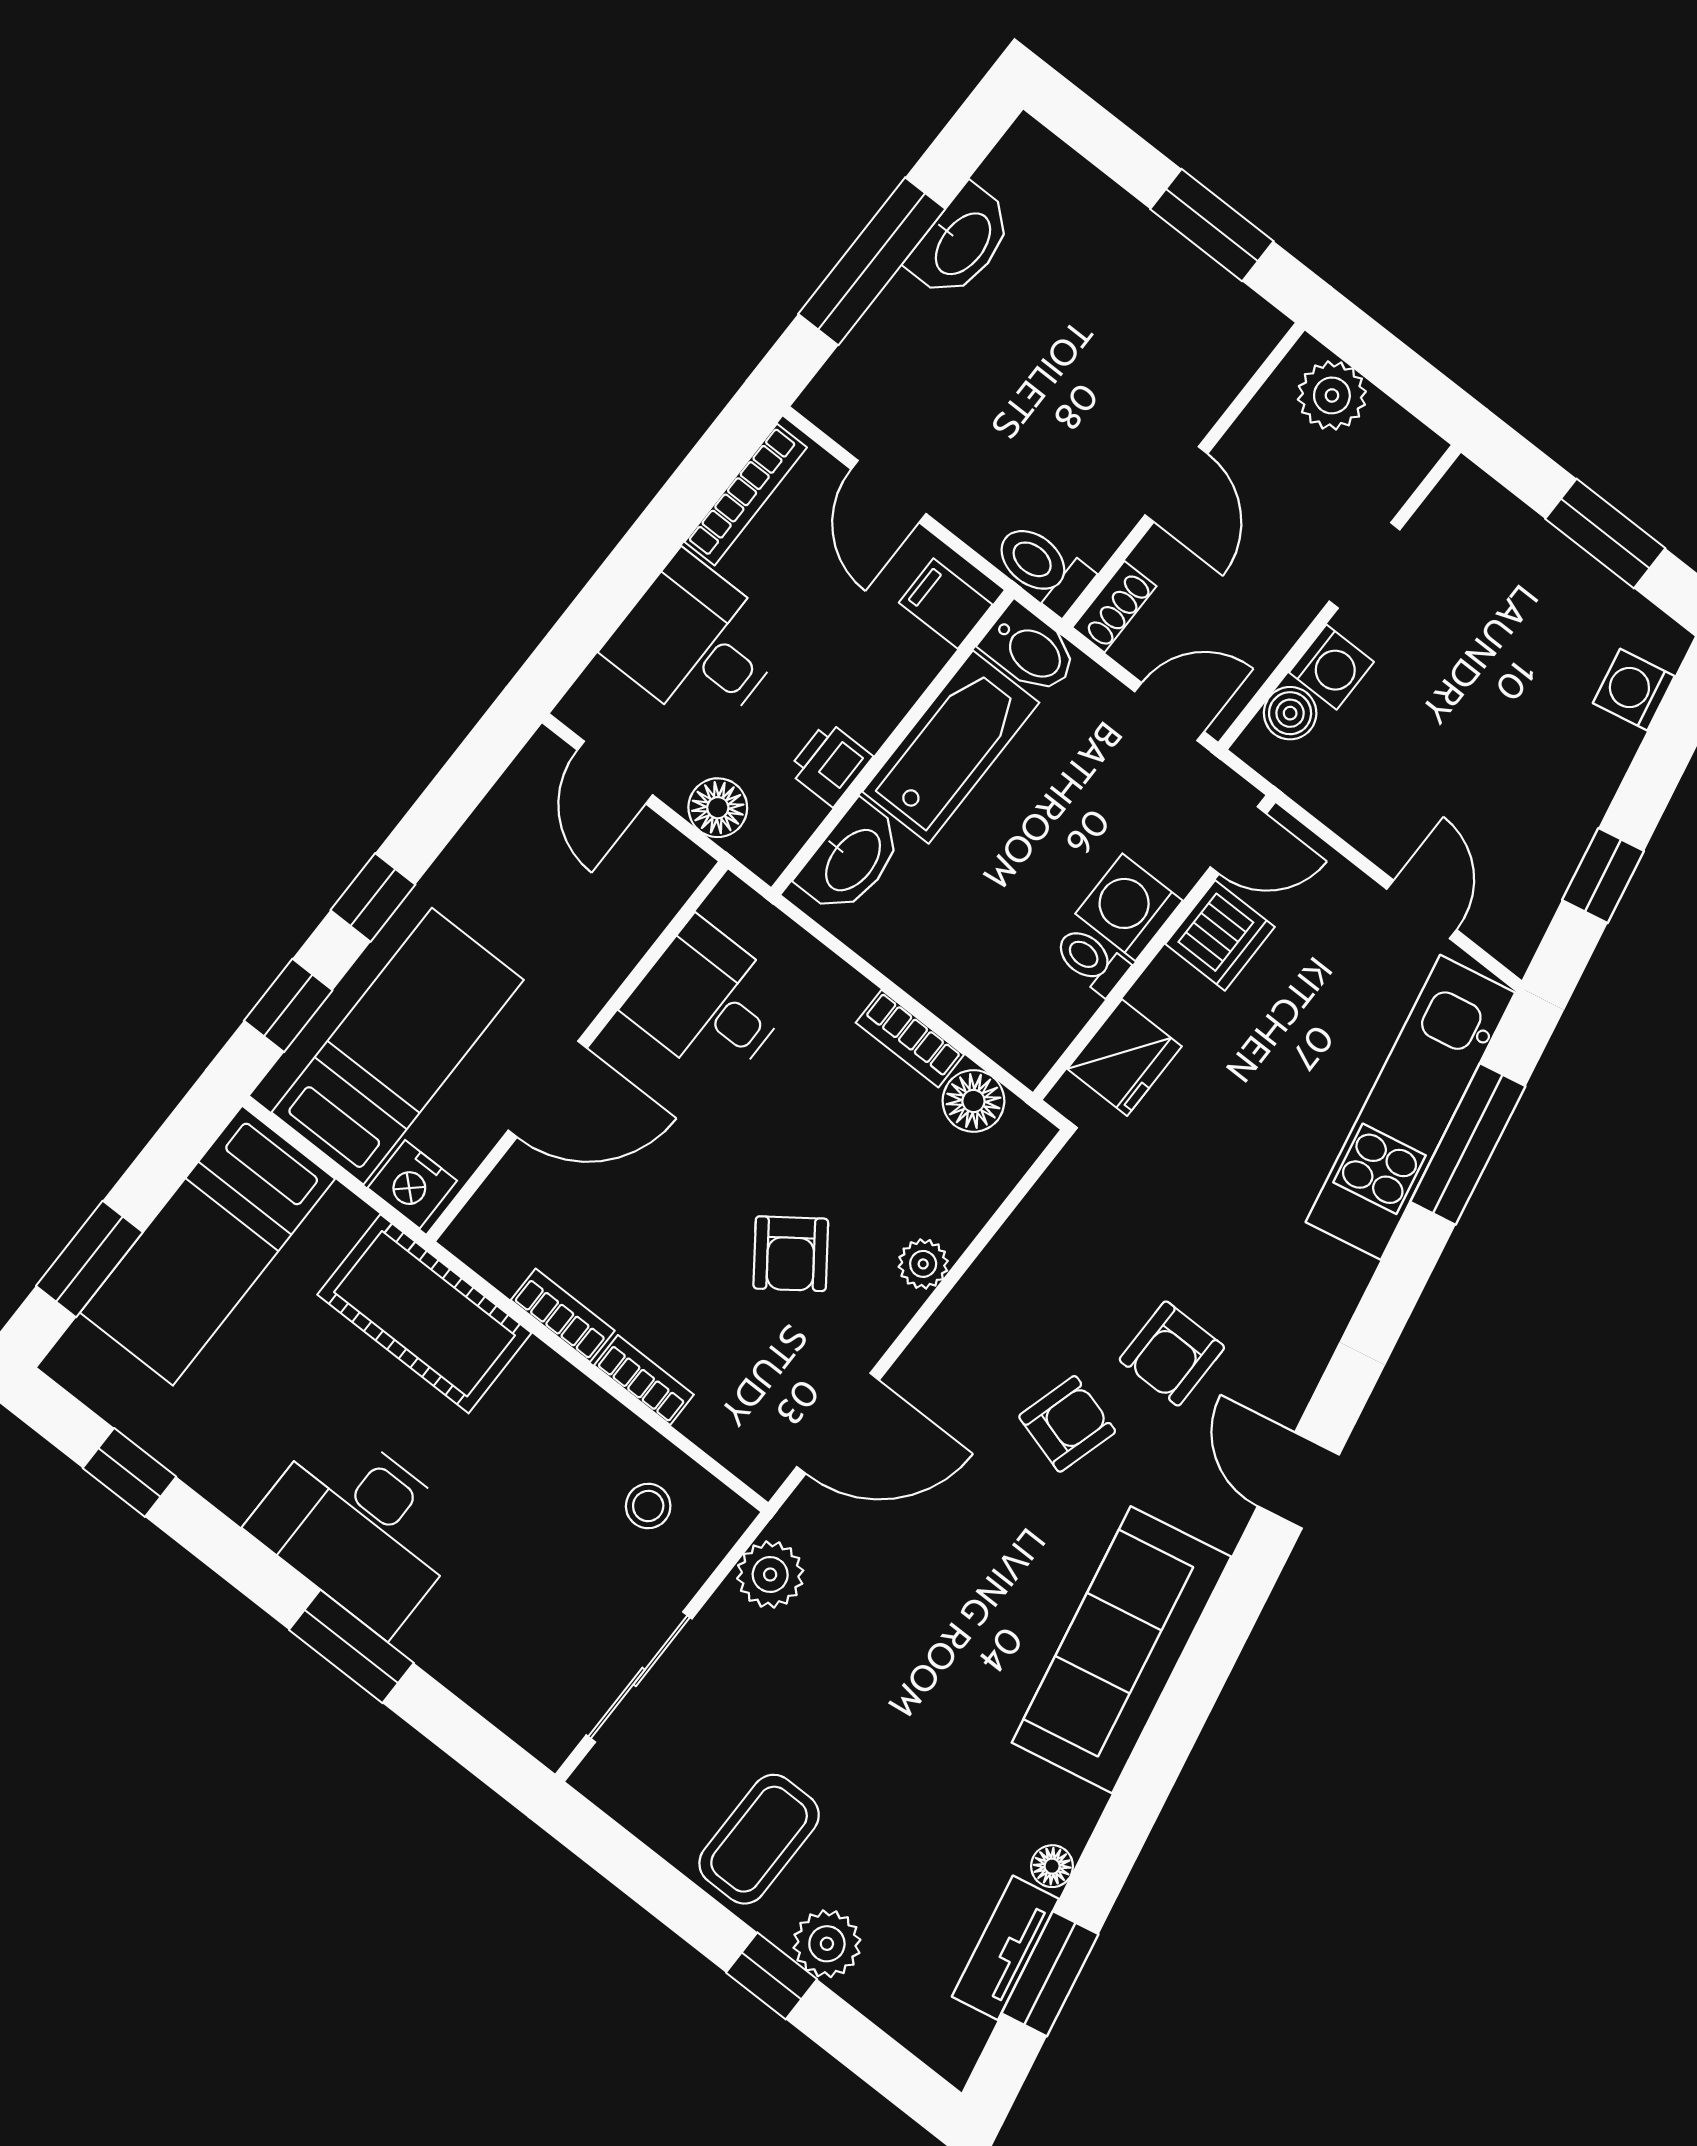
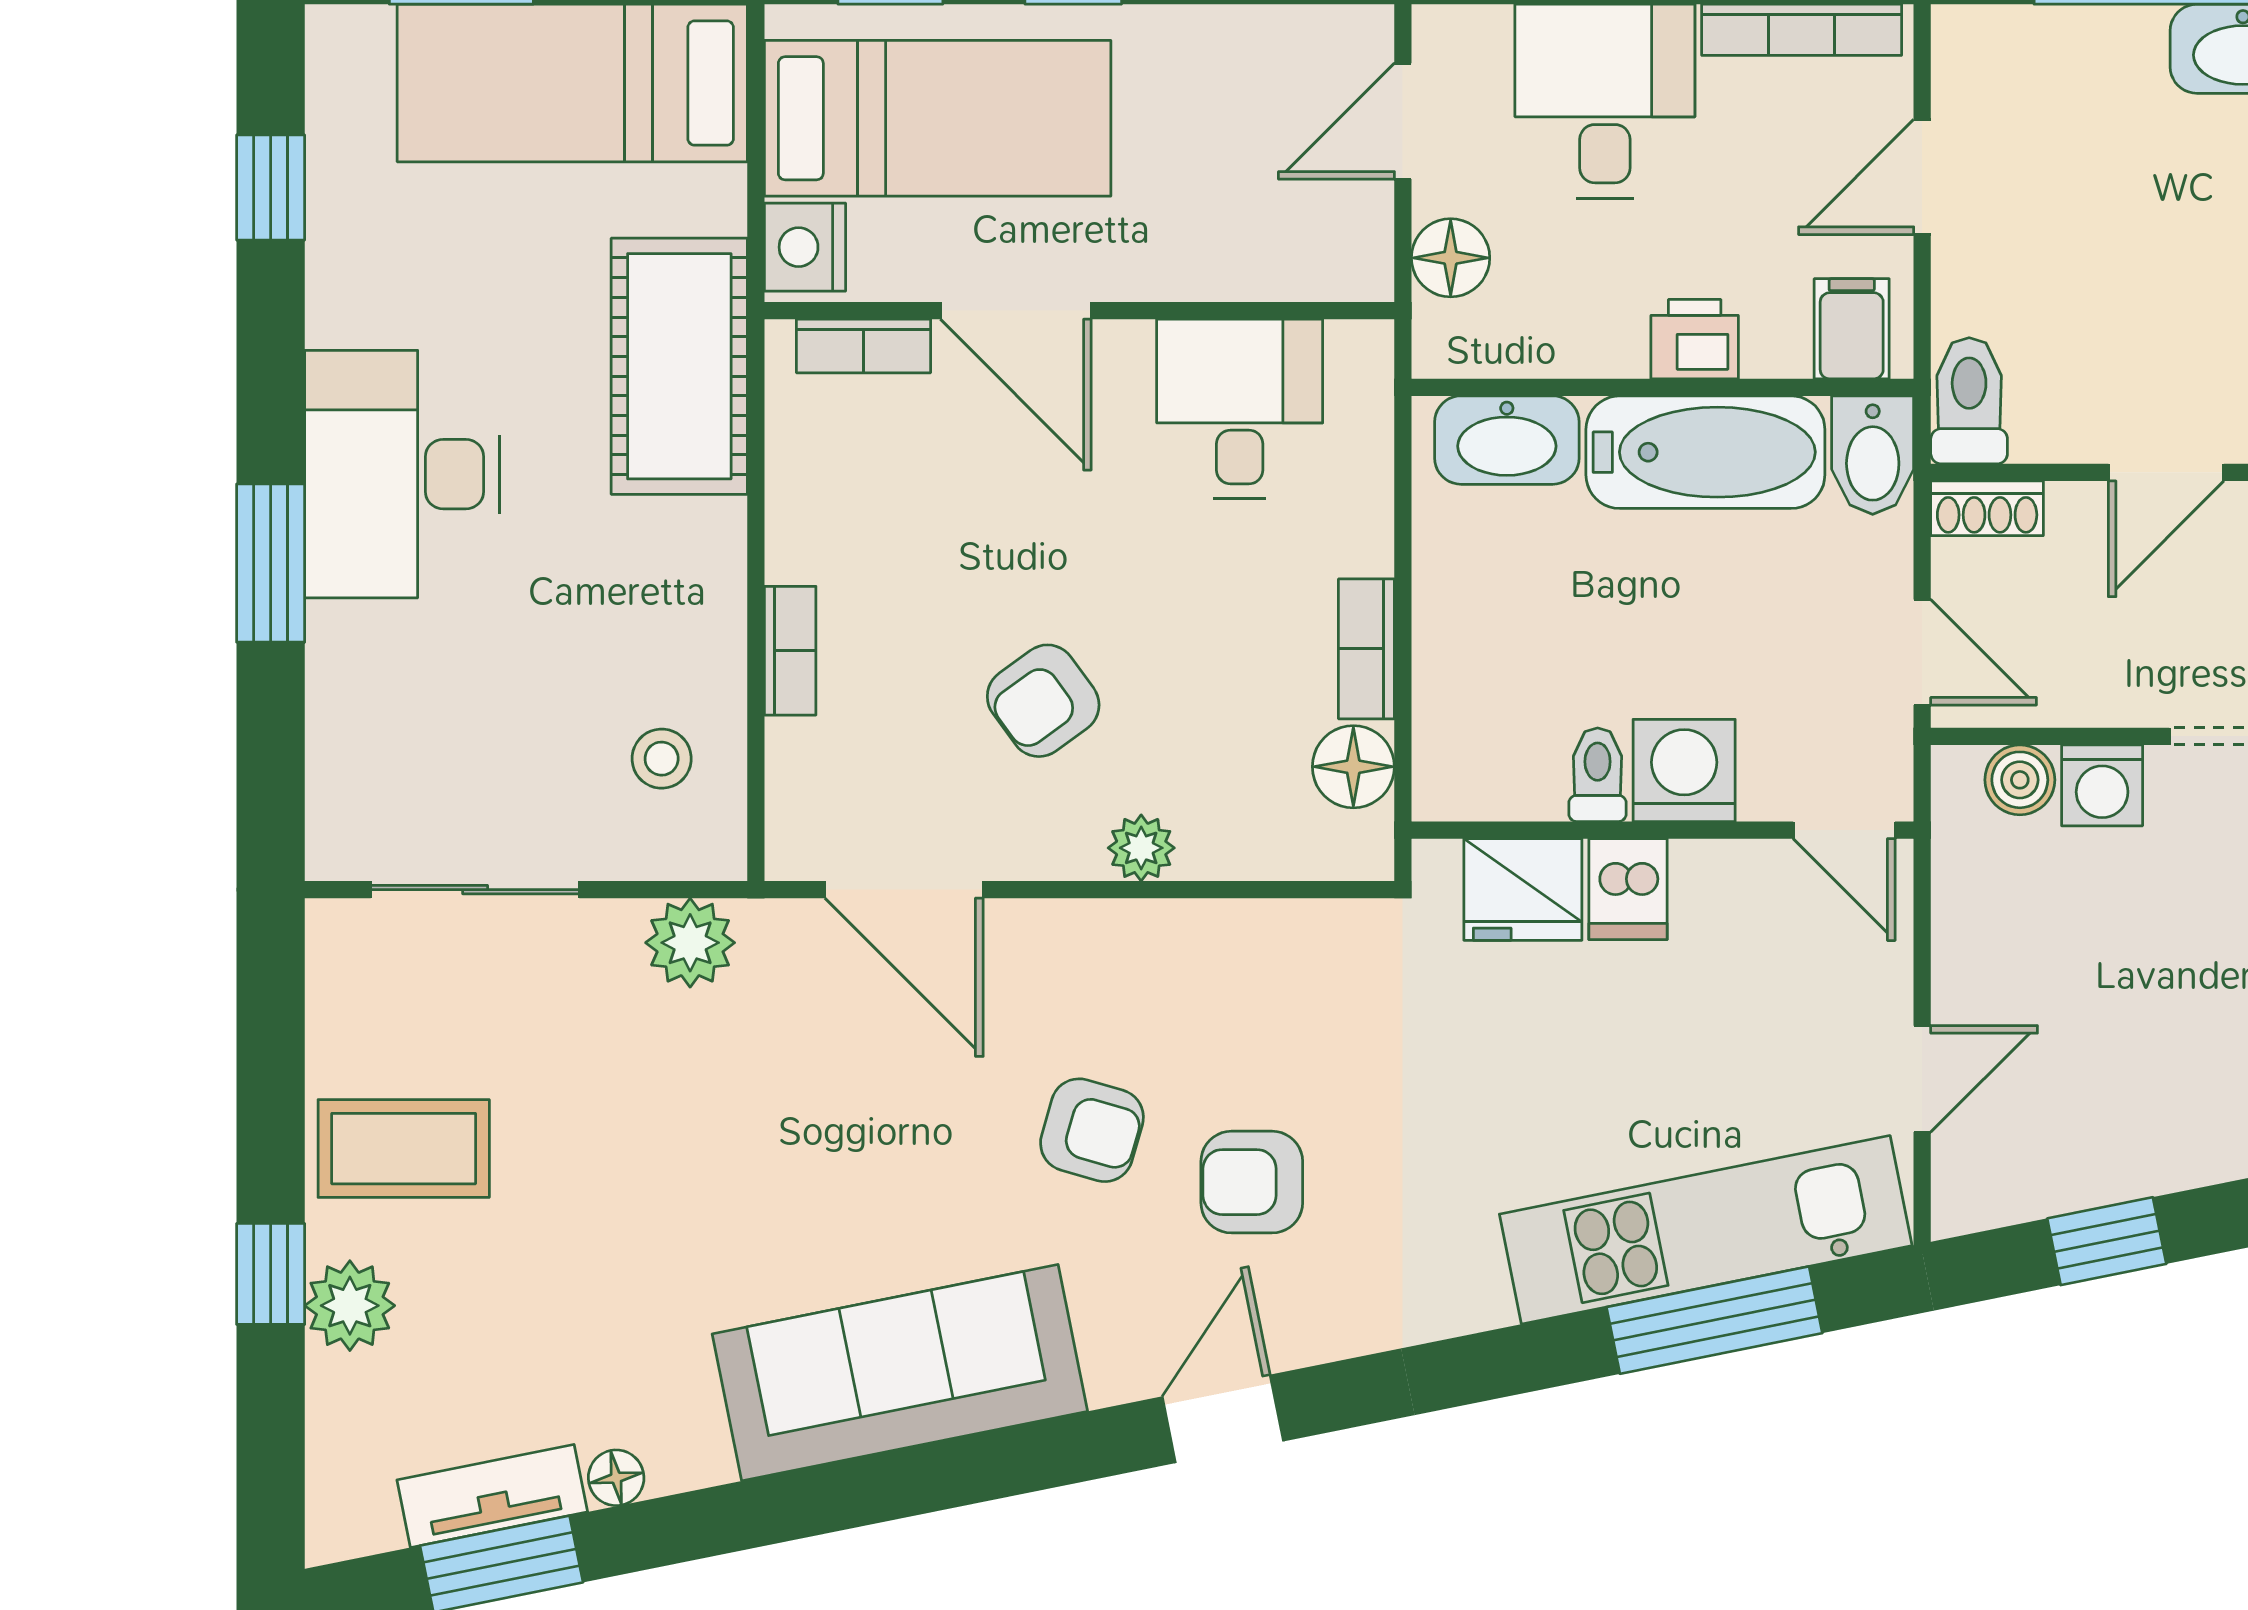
printer: (830, 764) -> (1695, 339), moved
dishwasher: (1220, 935) -> (1628, 889), moved, width x0.73
bookcase: (563, 1315) -> (863, 346), moved, turned 90

